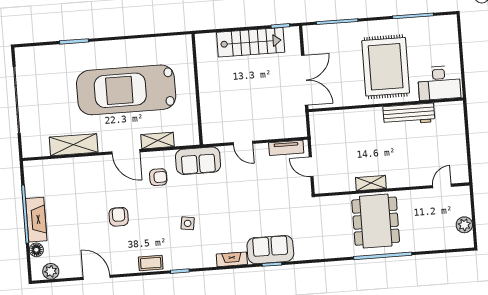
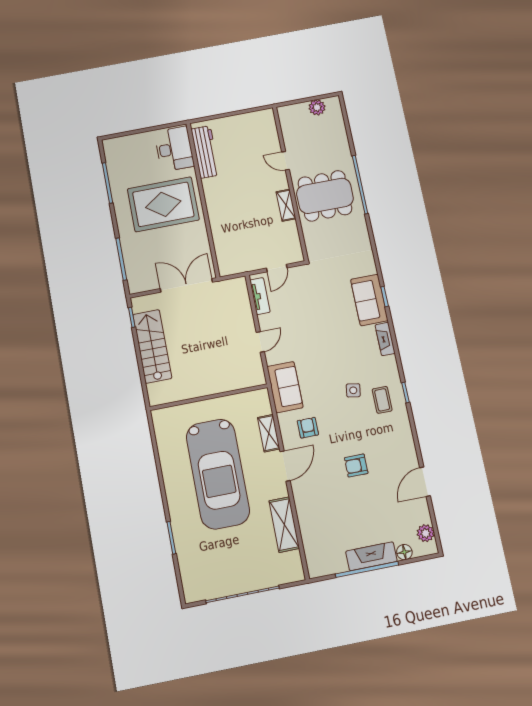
workbench: (409, 114) -> (205, 152), moved
door: (442, 186) -> (286, 161), moved
coffee table: (151, 263) -> (382, 400), moved

